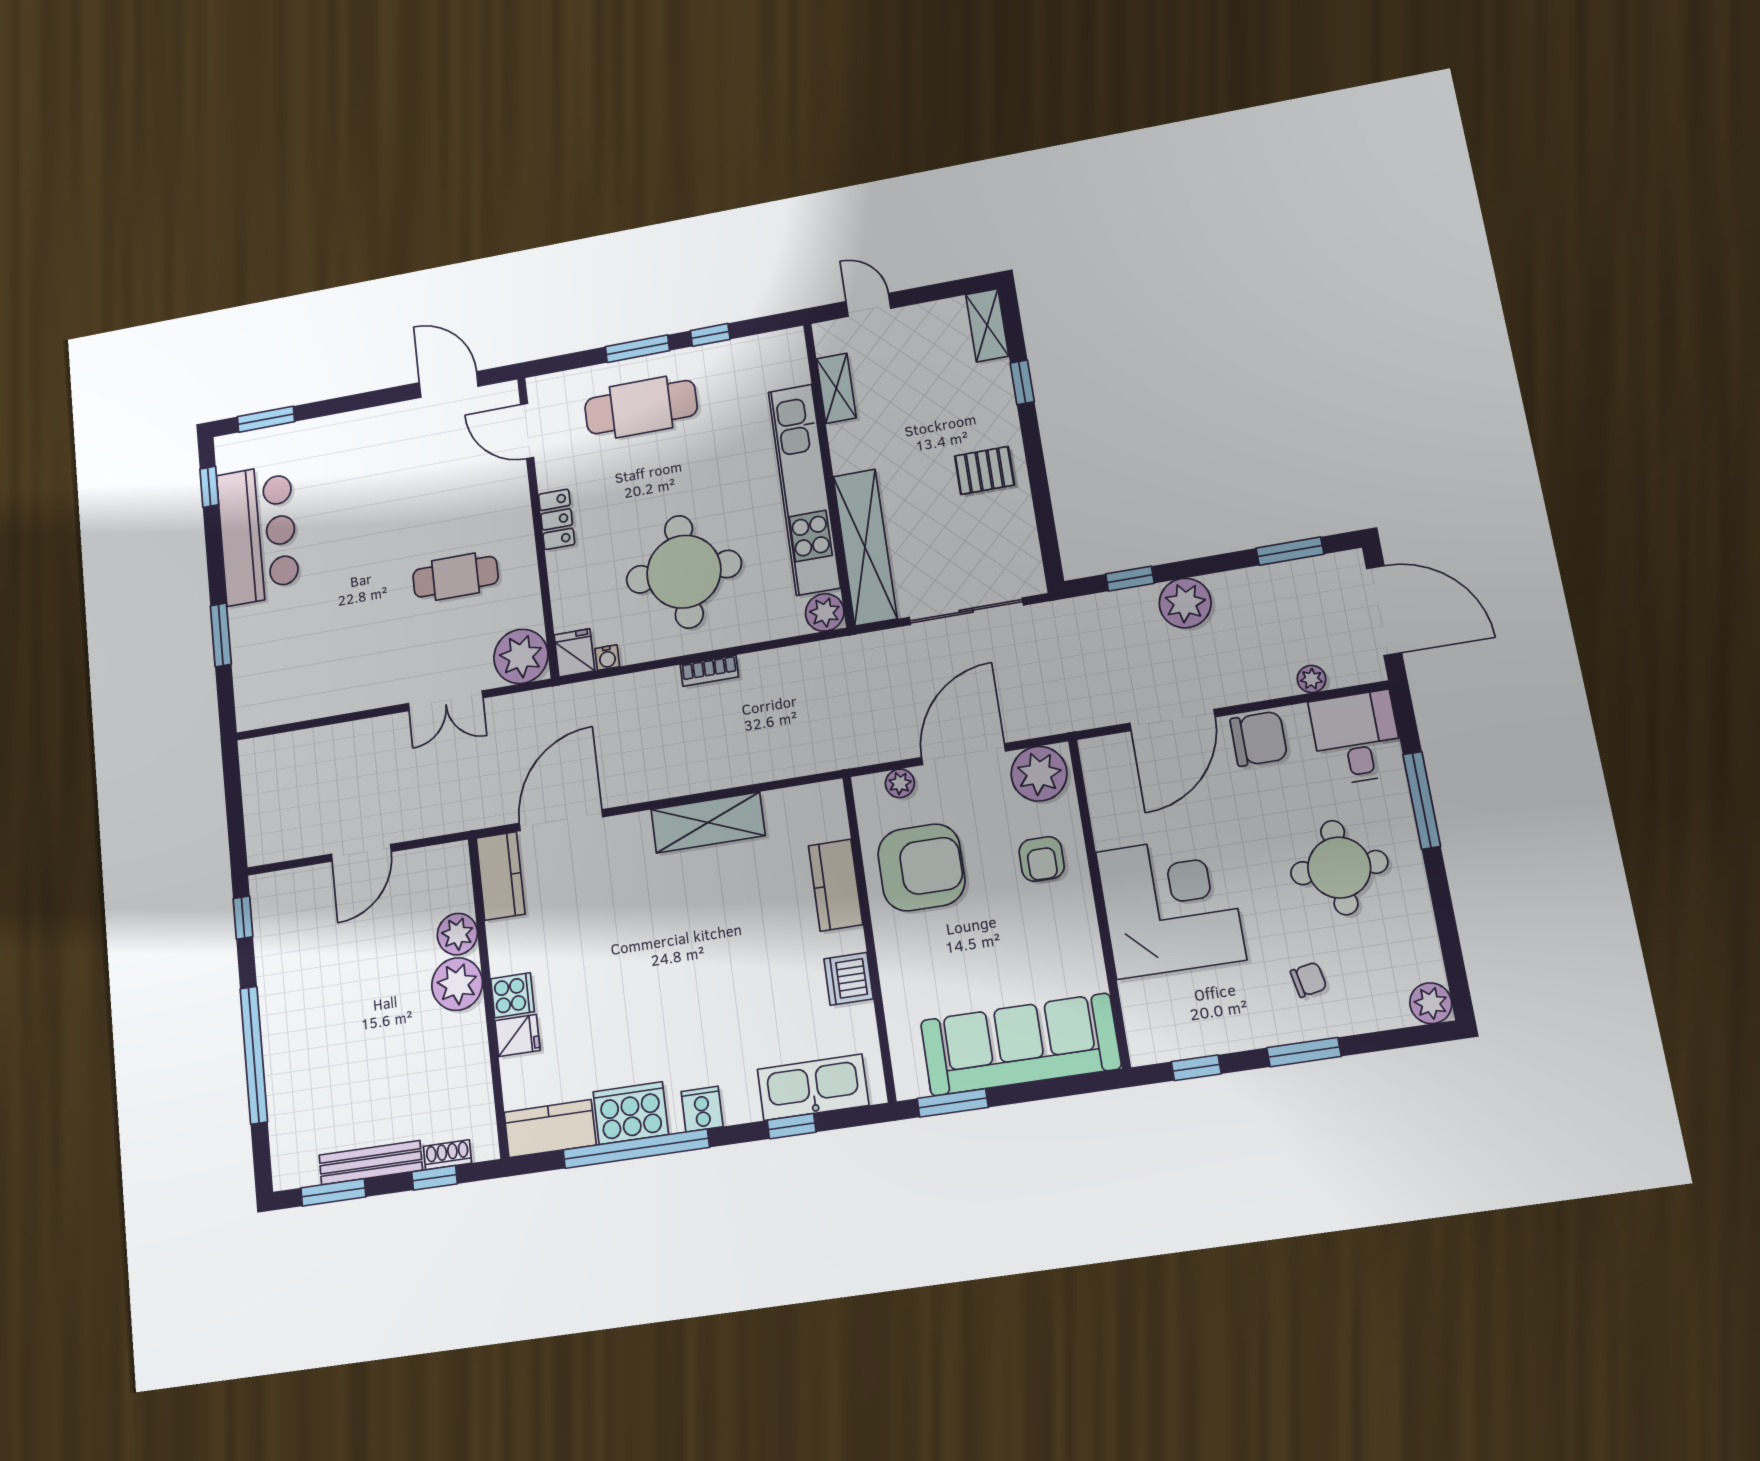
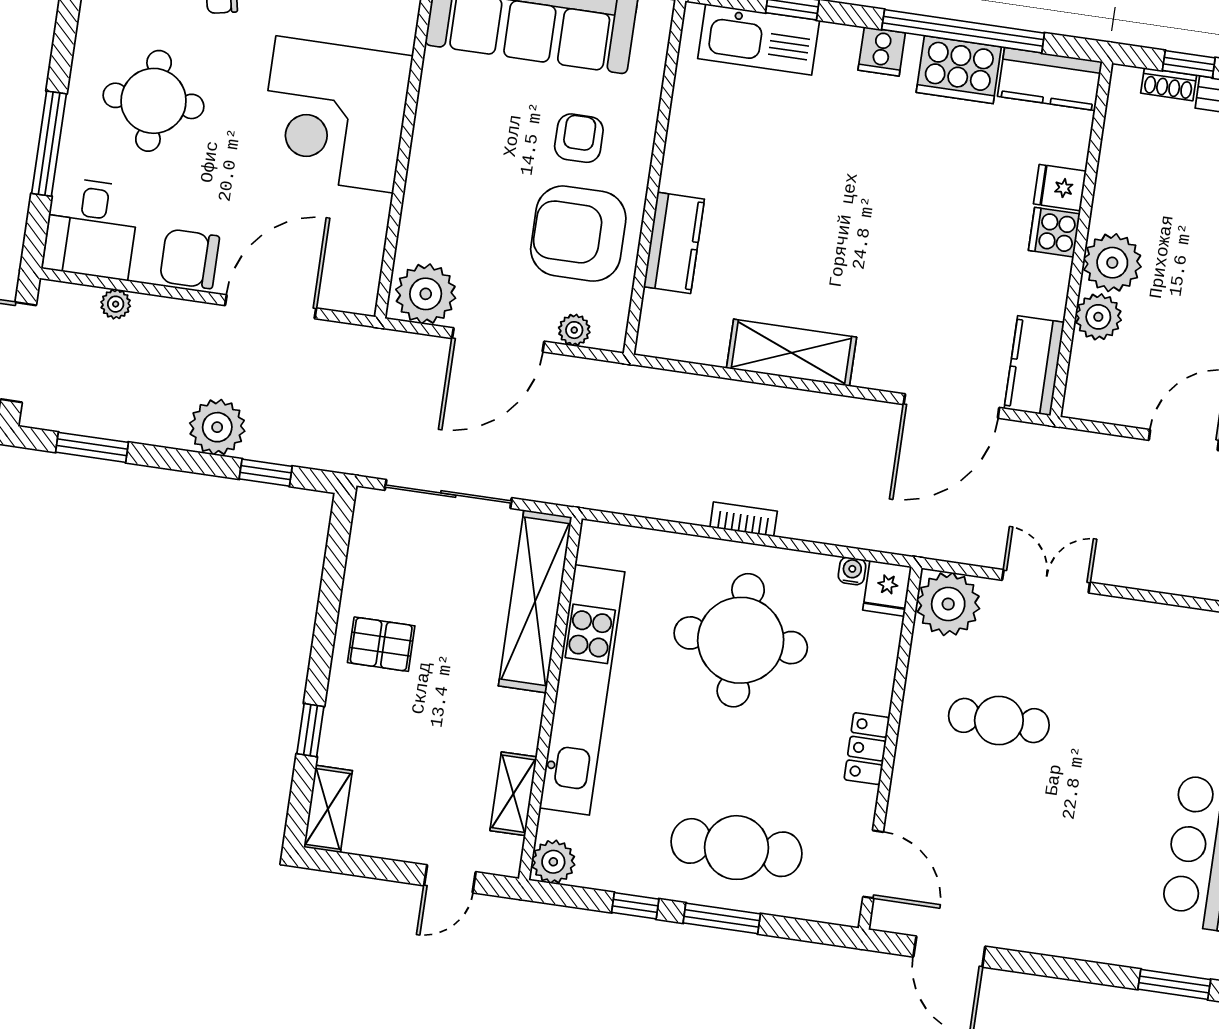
door: (868, 305) -> (450, 879), hinge flipped
plant: (825, 612) -> (553, 862), moved
armchair: (1042, 859) -> (579, 138), moved
dishwasher: (849, 979) -> (689, 140), removed

